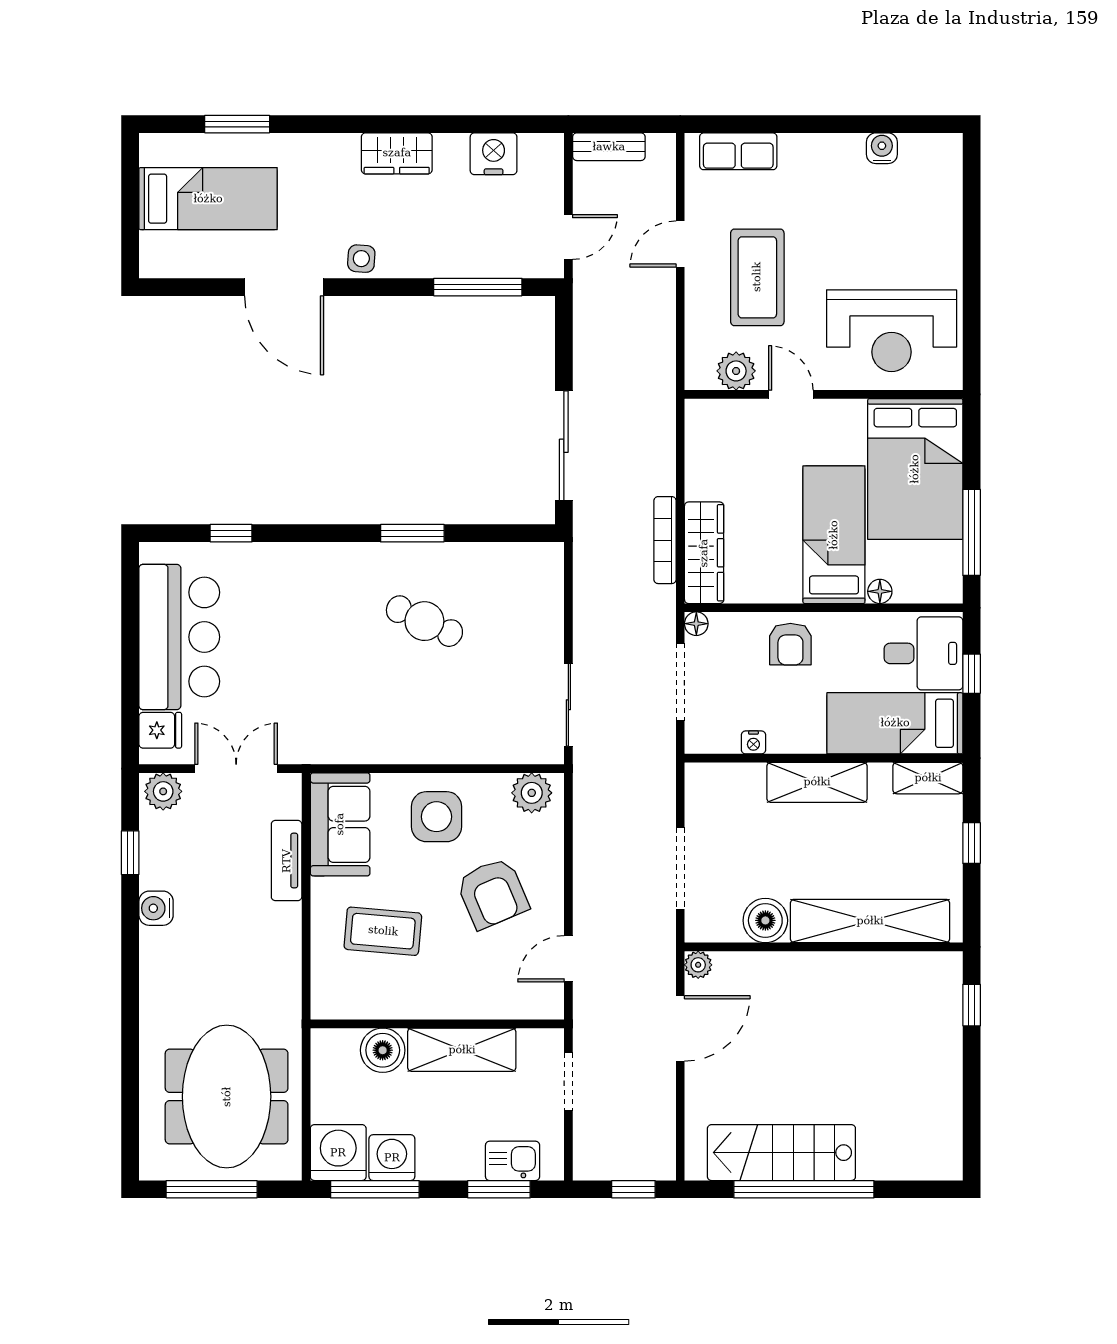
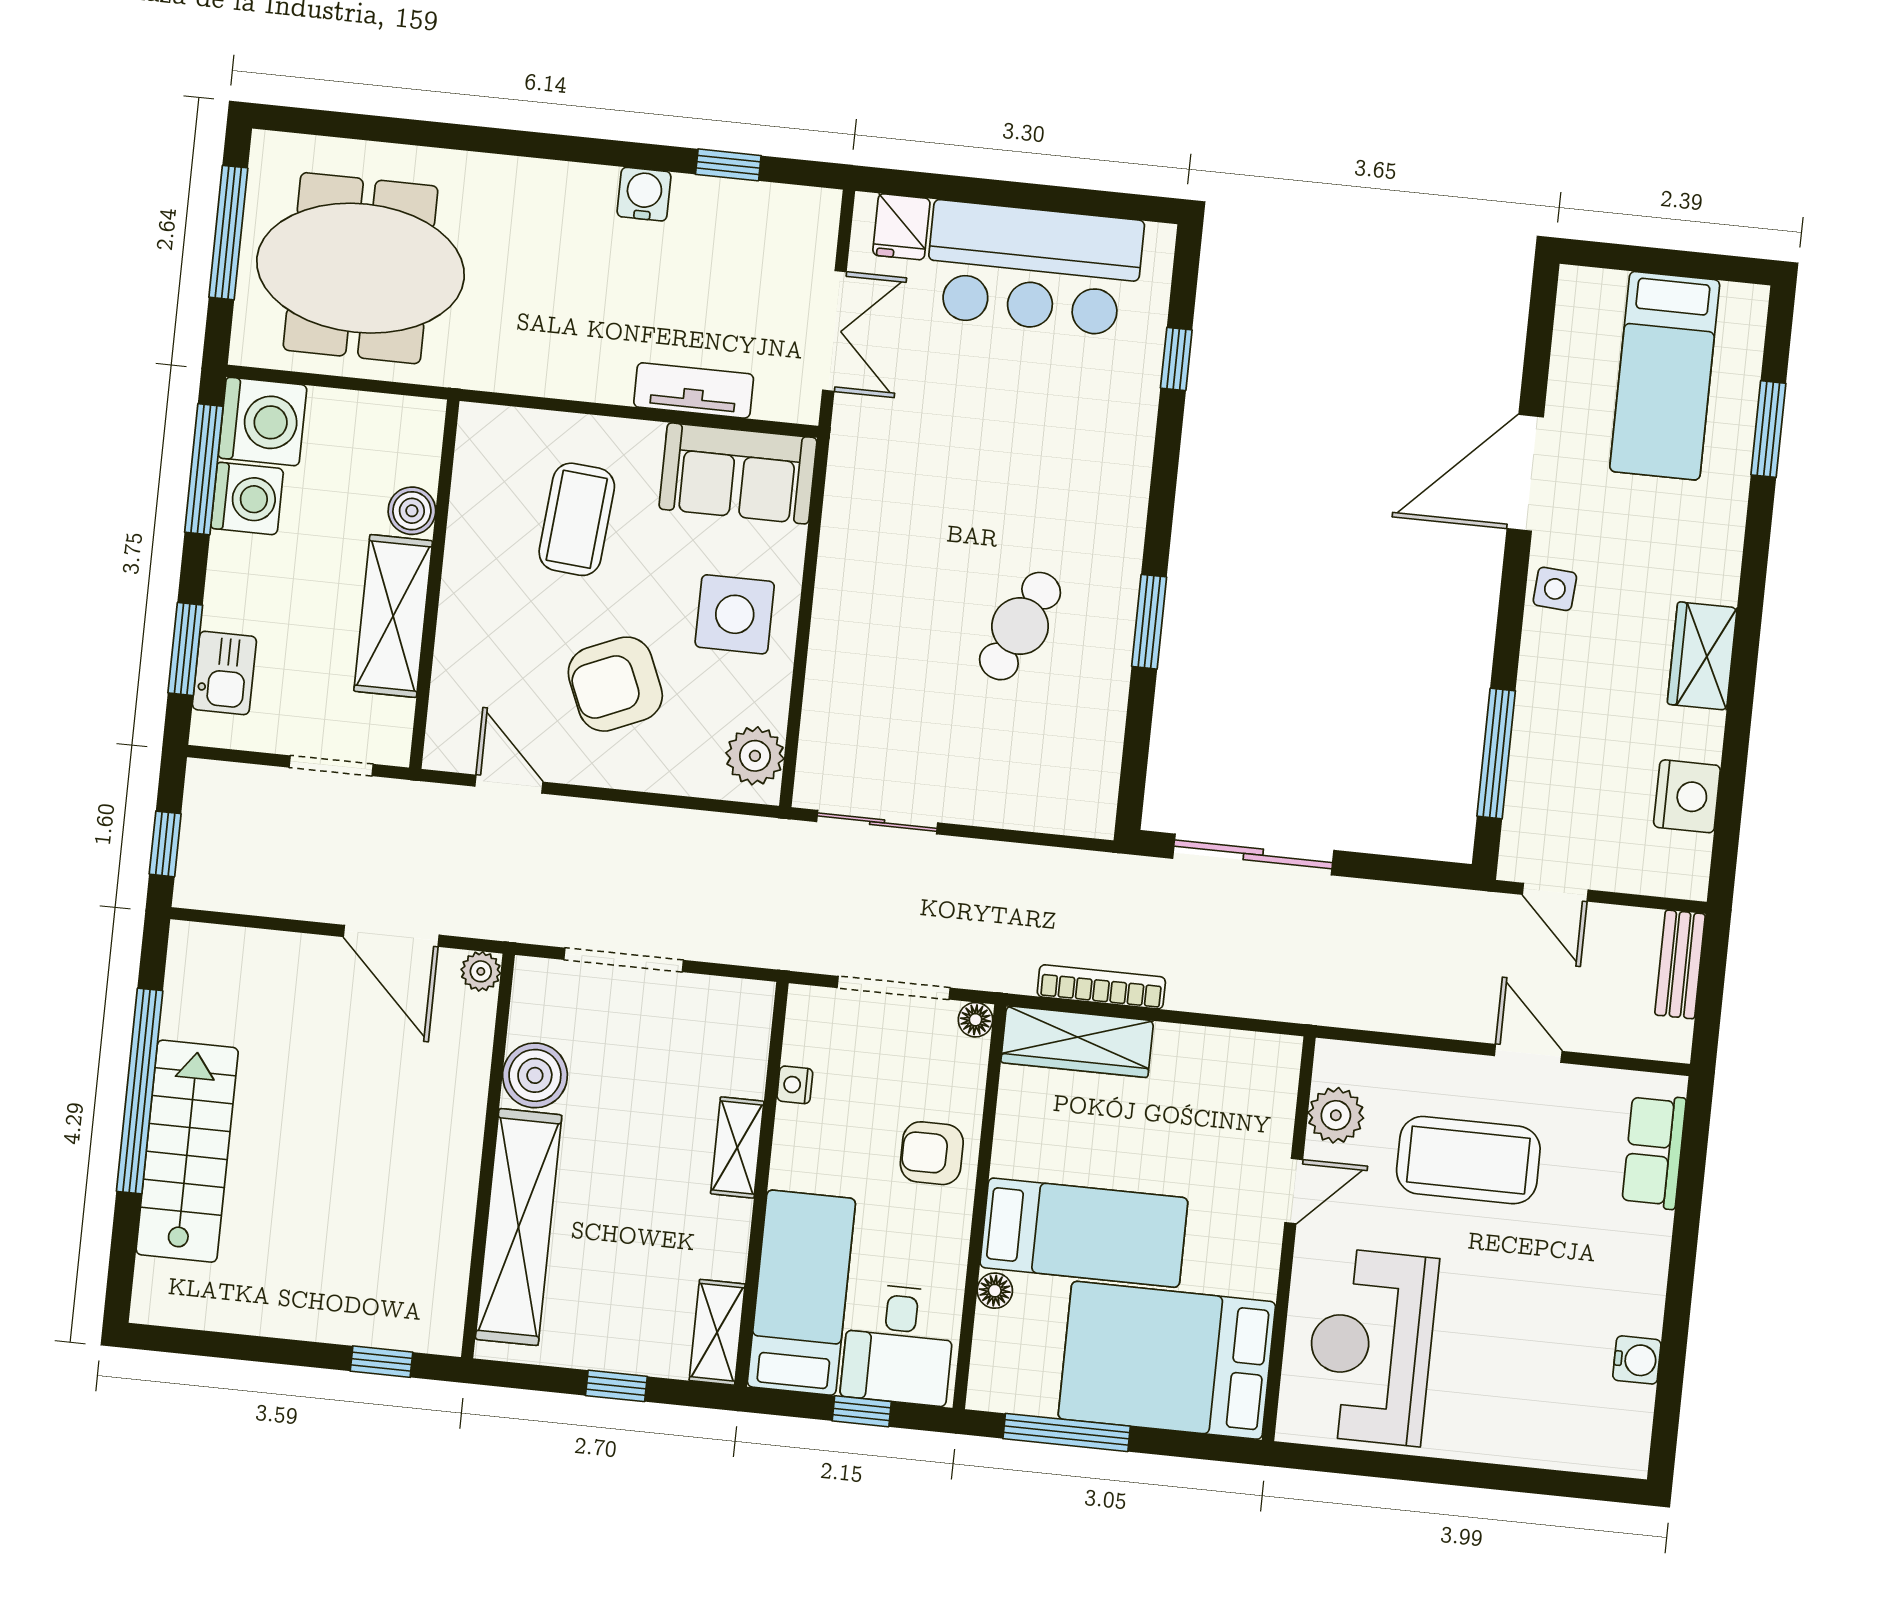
shelving: (817, 782) -> (737, 1147), width x0.67, depth x0.75
plant: (163, 791) -> (812, 222), removed
boiler: (383, 1050) -> (412, 511), width x0.73, depth x0.73
stairs: (781, 1153) -> (187, 1151), moved

